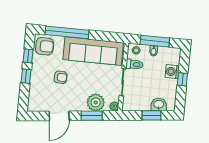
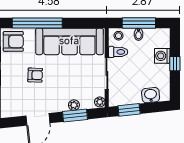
plant: (96, 102) -> (74, 105), width x0.53, depth x0.53
window: (152, 115) -> (129, 110), moved

